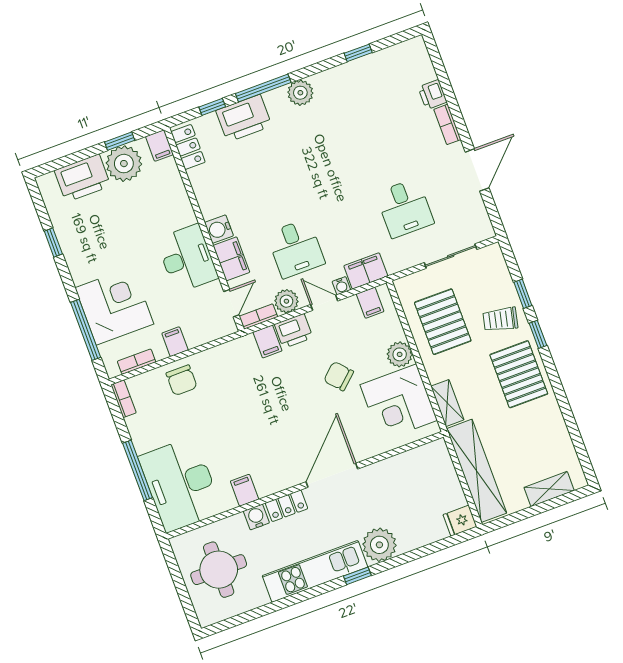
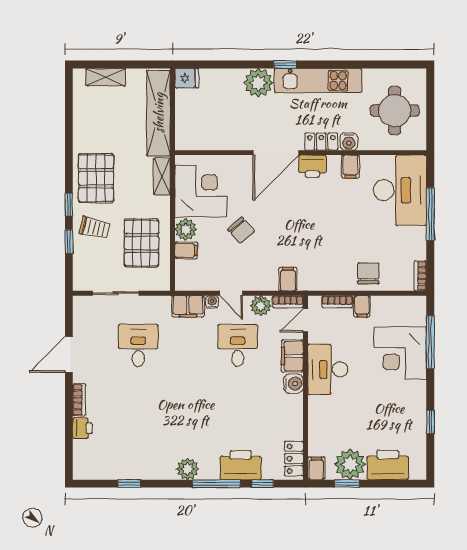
filing cabinet: (370, 303) -> (186, 250), moved, turned 90
printer: (294, 331) -> (312, 166), moved, turned 180
bookcase: (136, 362) -> (337, 302), moved

